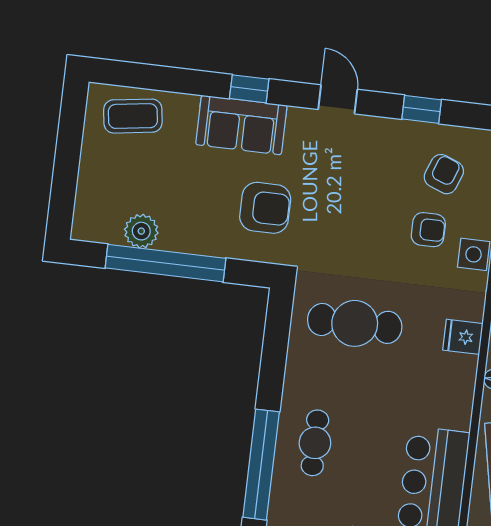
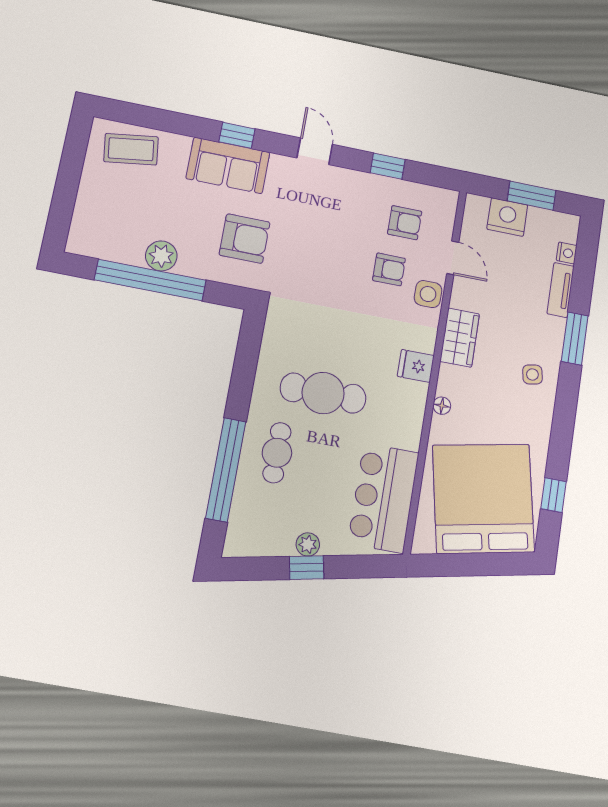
armchair: (444, 174) -> (405, 223), turned 69
plant: (141, 231) -> (161, 256), moved
cafe table: (355, 323) -> (323, 393), moved

